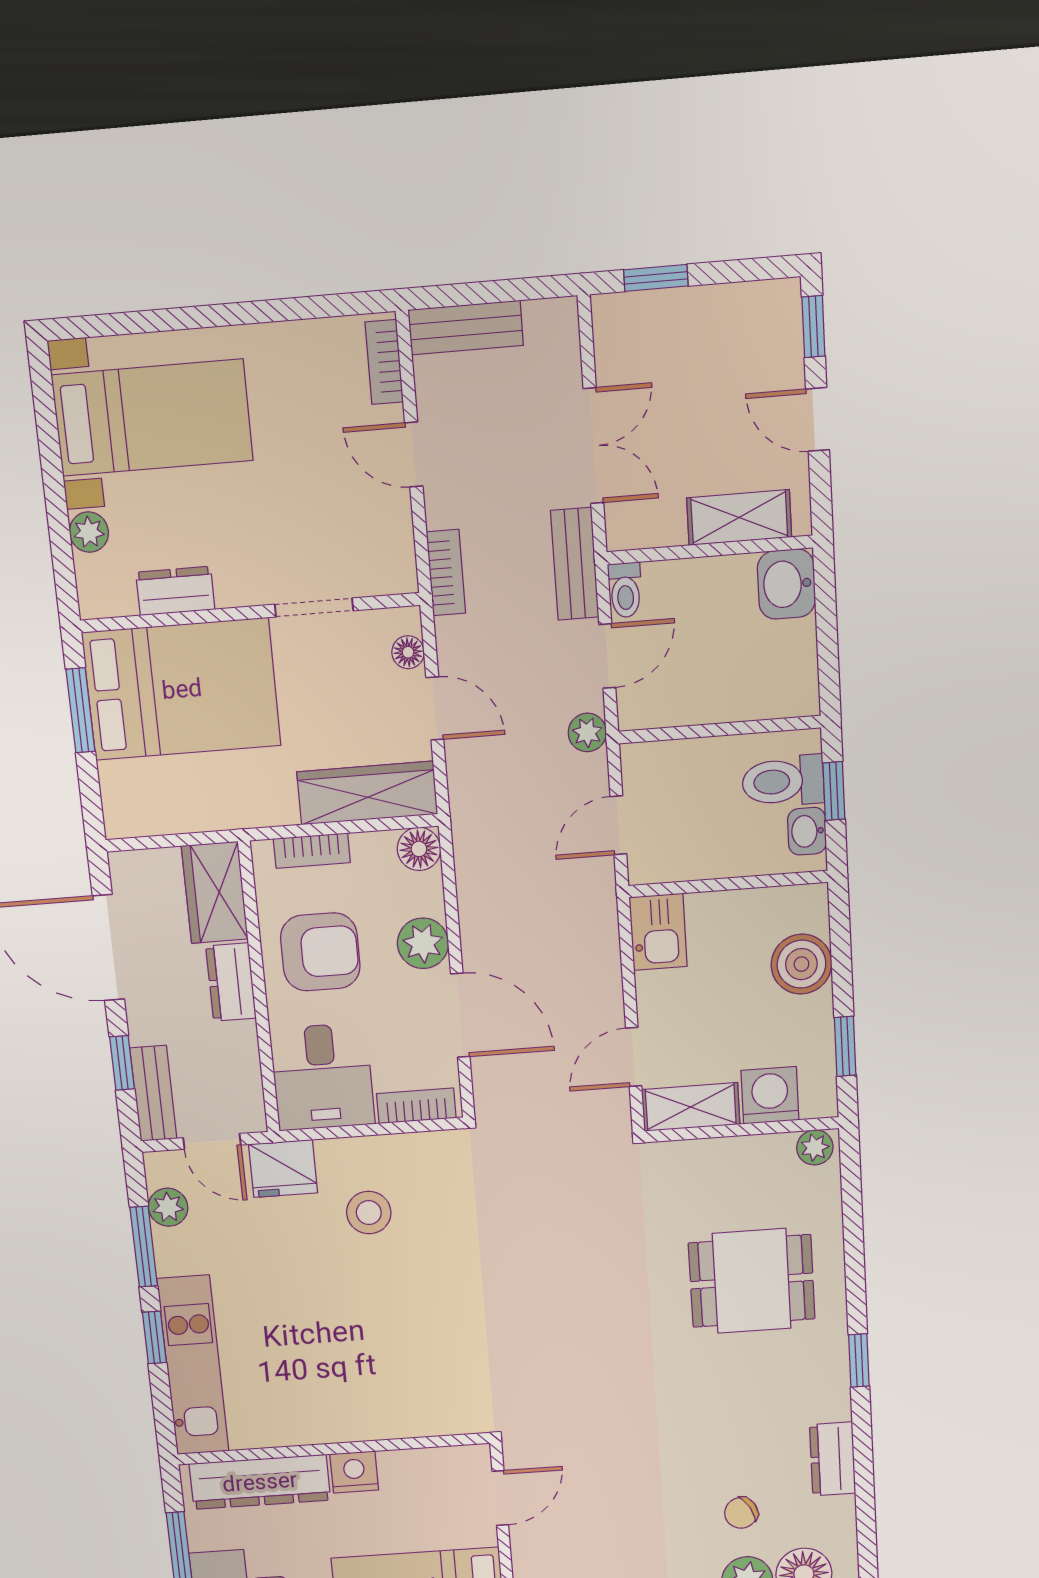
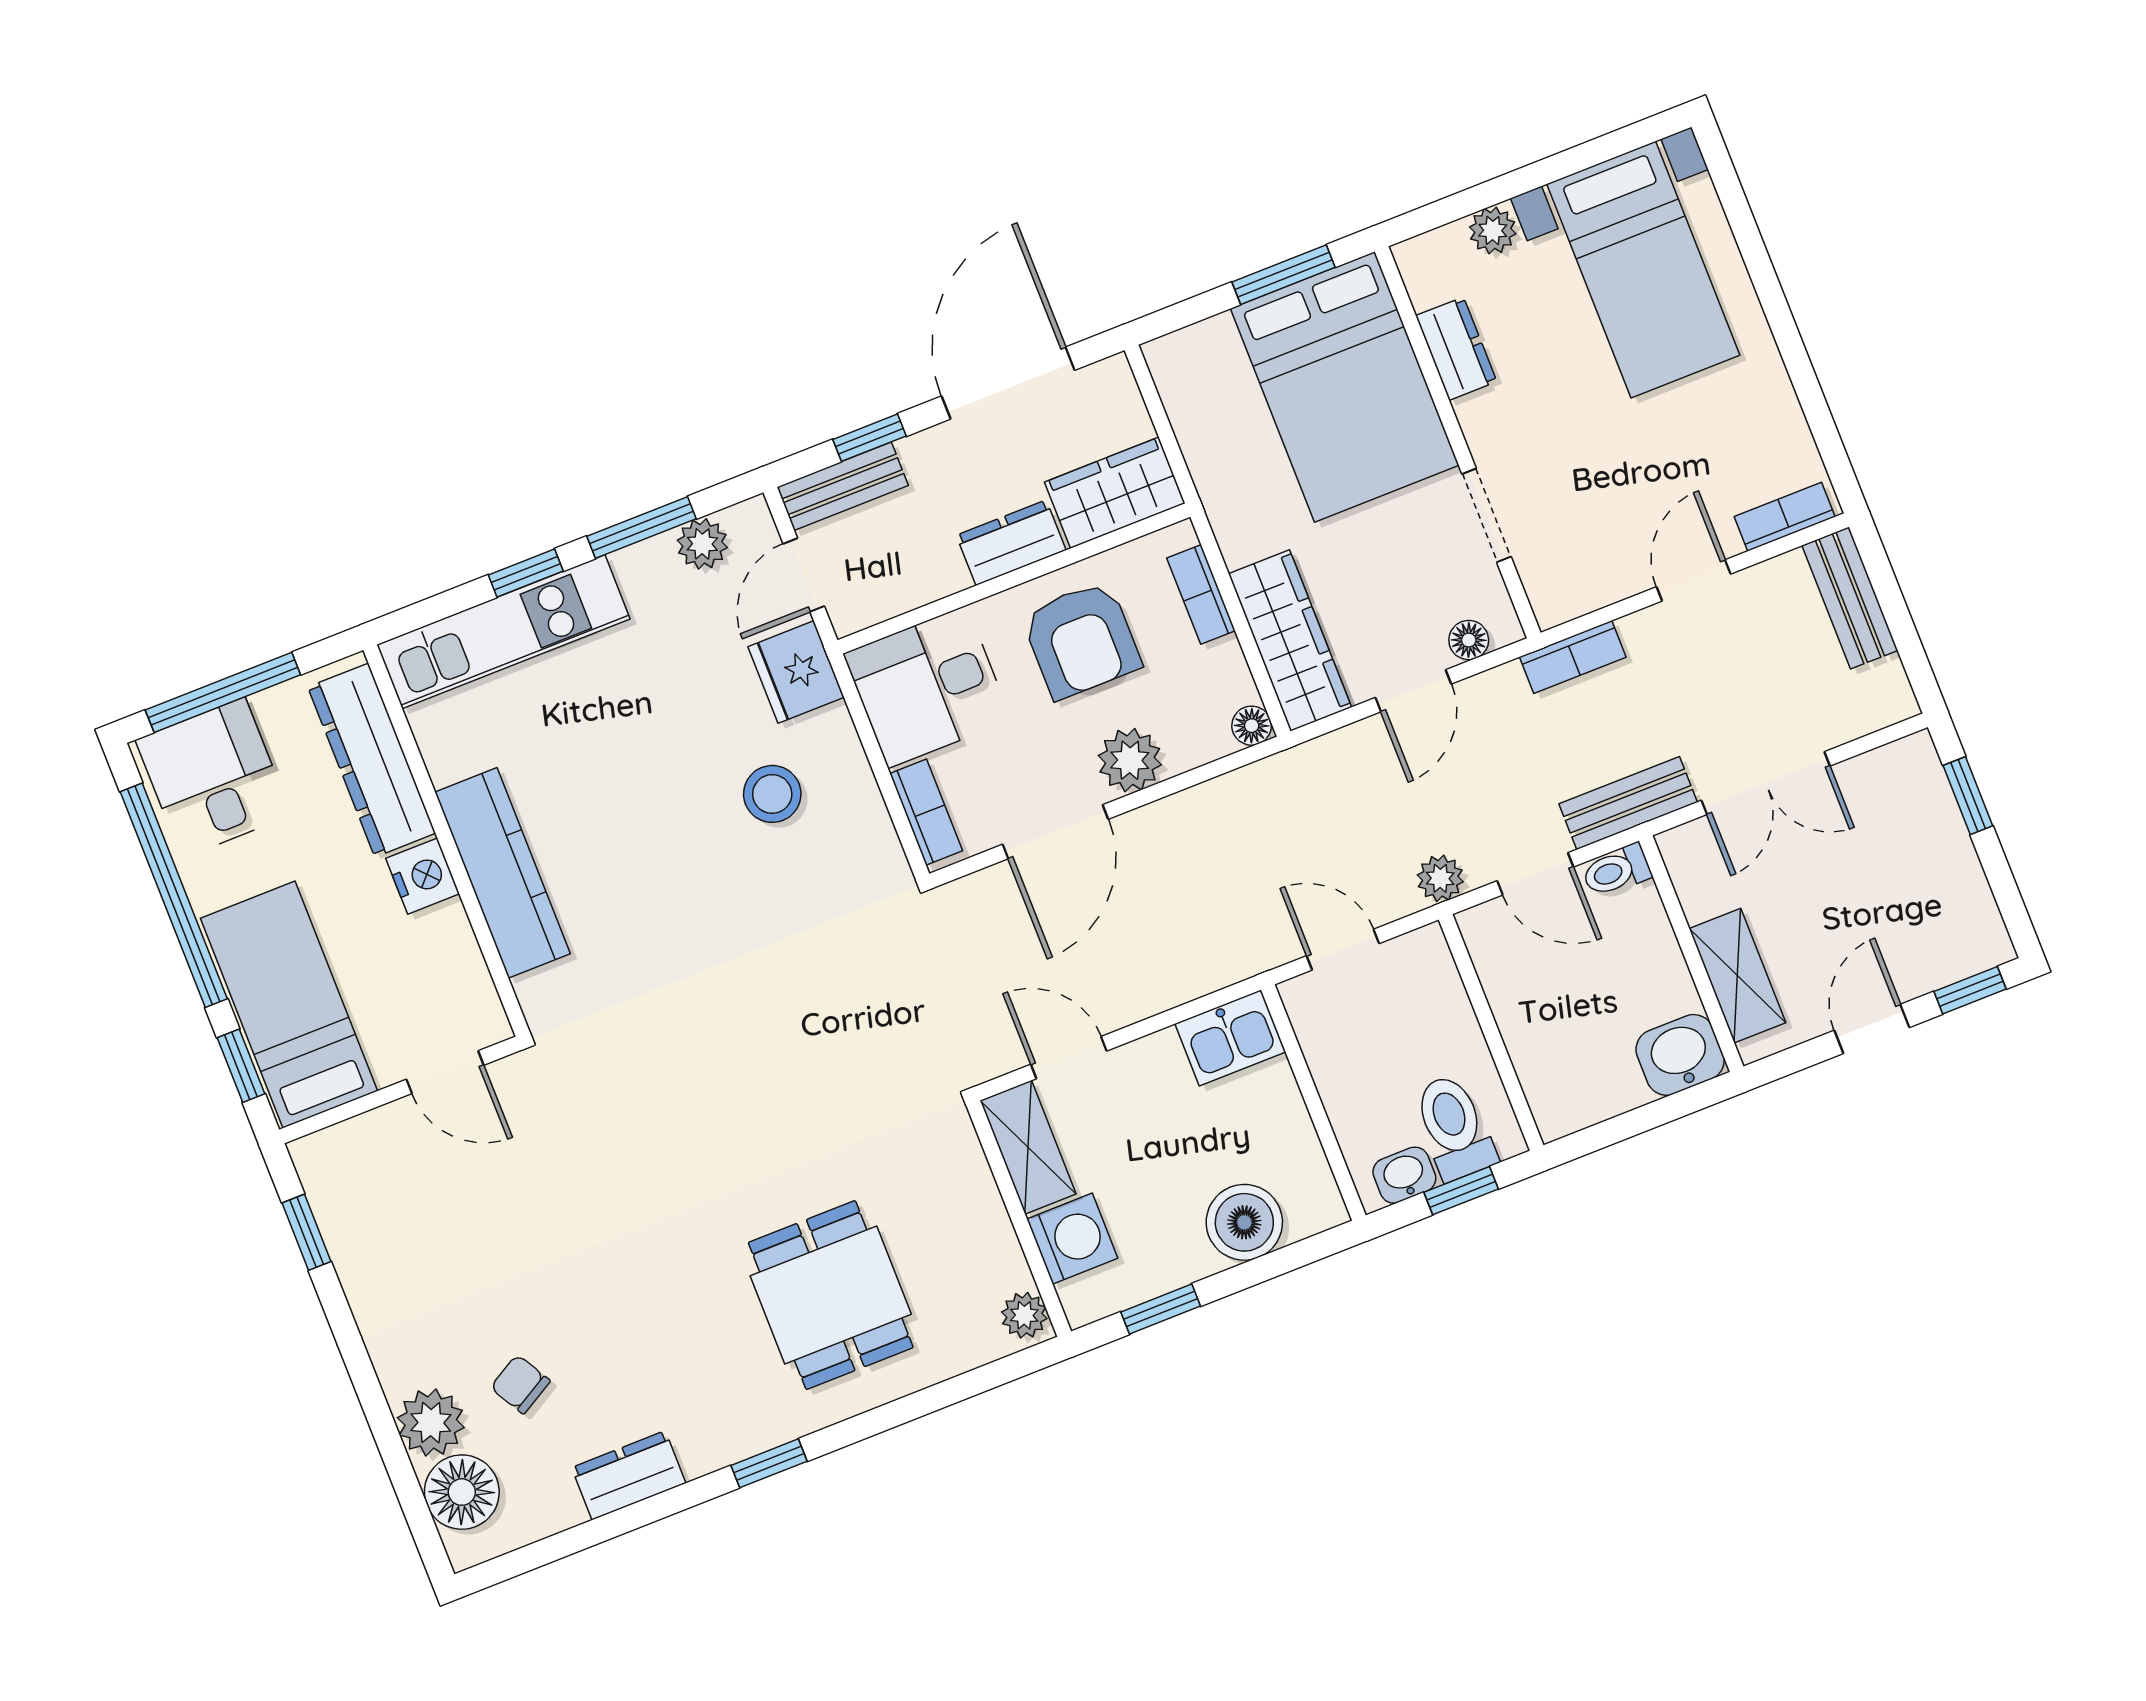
floor lamp: (419, 849) -> (1252, 726), width x0.73, depth x0.73
kitchen counter: (369, 1417) -> (503, 873), added

